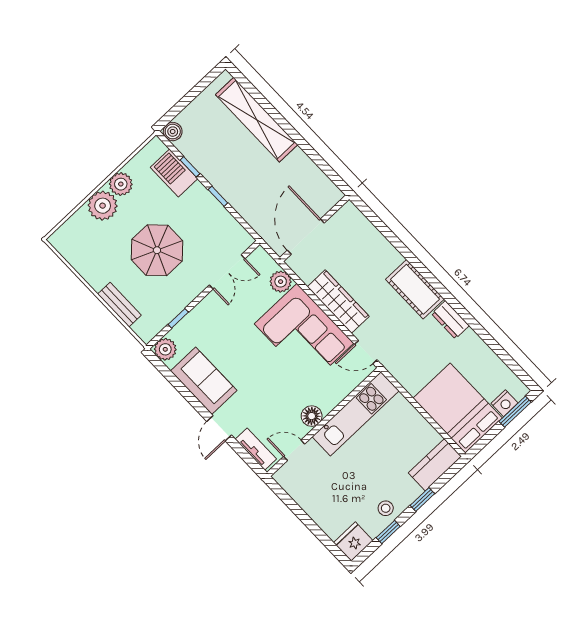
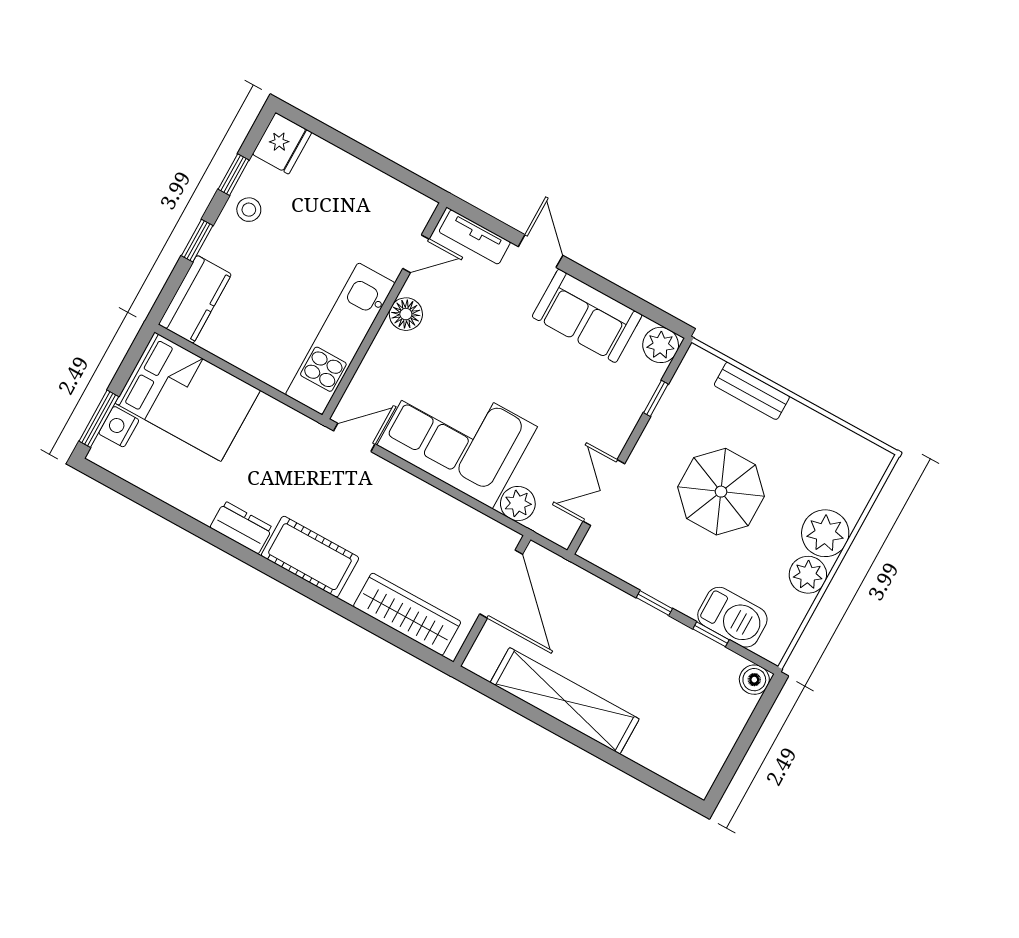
shelving: (257, 120) -> (565, 701), moved
wardrobe: (338, 302) -> (407, 614), moved, turned 180

